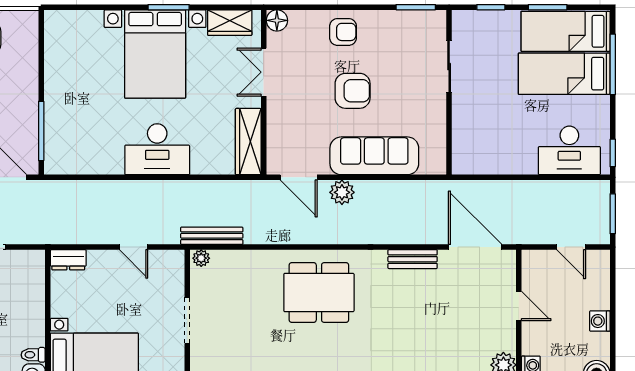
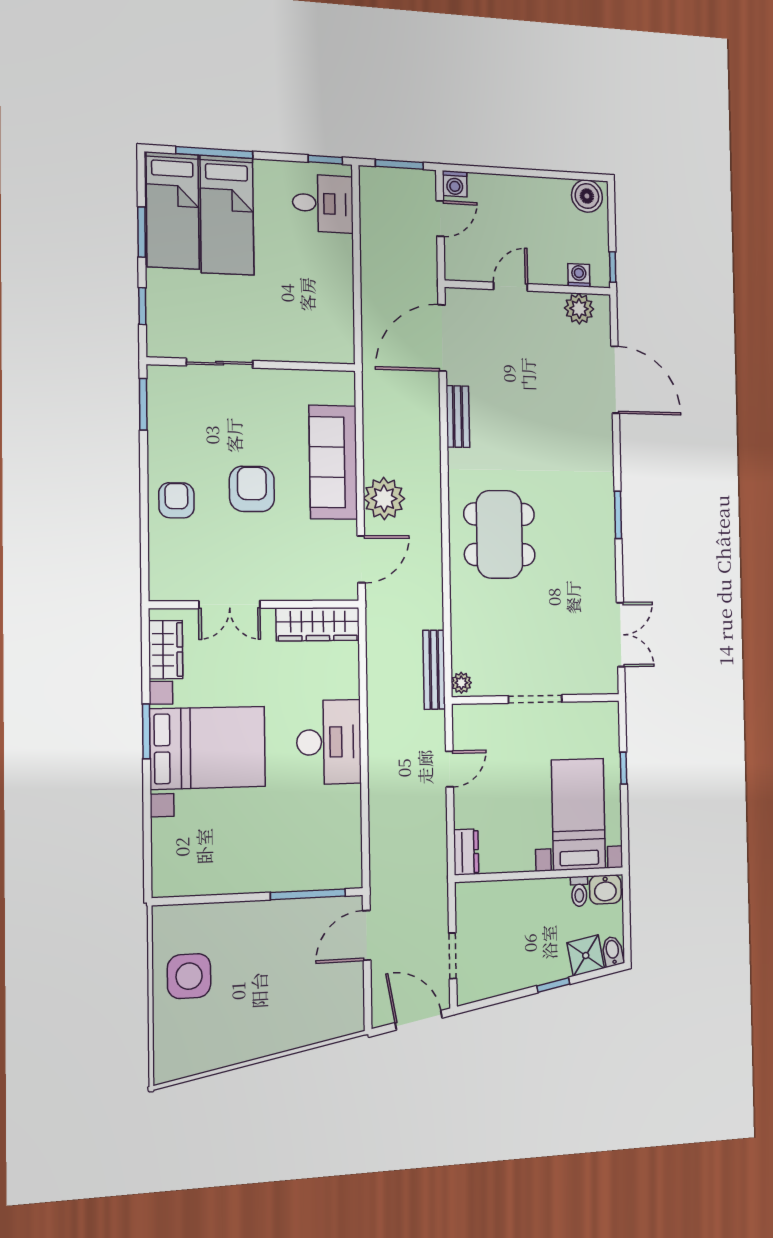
floor lamp: (277, 20) -> (162, 587), removed
desk: (569, 150) -> (323, 203), width x0.73
plant: (342, 192) -> (384, 498), width x1.36, depth x1.36
washing machine: (600, 321) -> (455, 184), moved

